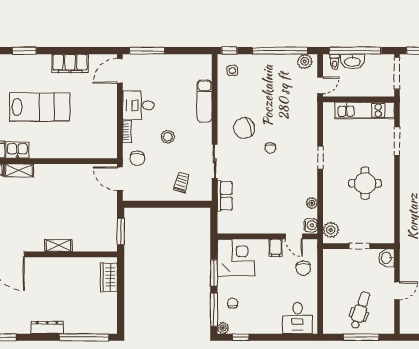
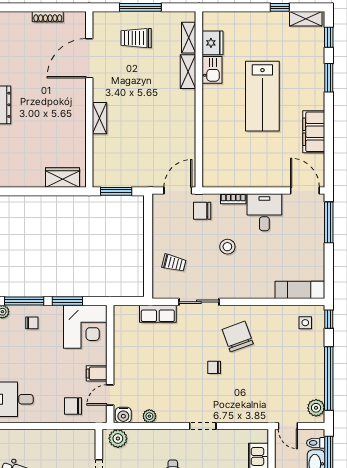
exam couch: (204, 101) -> (300, 290), moved

